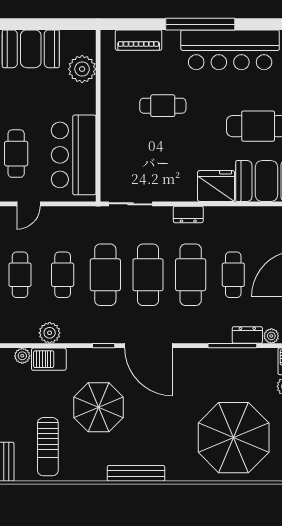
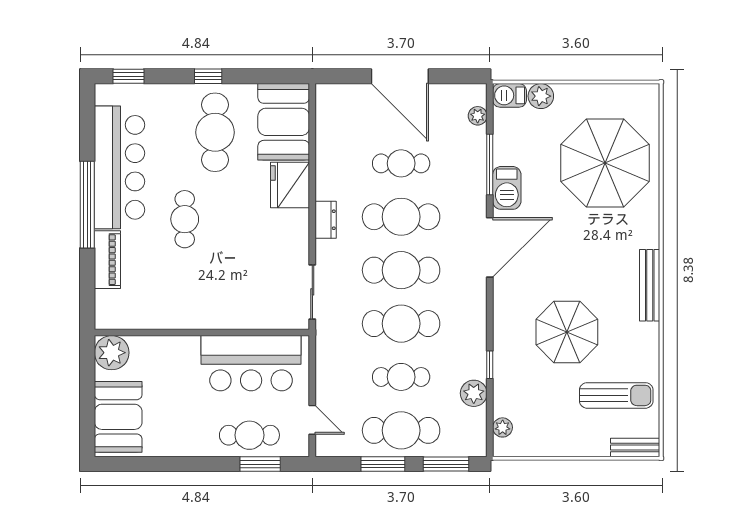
piano: (139, 40) -> (107, 260), moved
plant: (82, 69) -> (112, 353), moved
cafe table: (163, 106) -> (185, 219), moved
cafe table: (20, 275) -> (401, 430), width x1.37, depth x1.35
dresser: (247, 335) -> (476, 146), removed
window: (104, 346) -> (490, 365), moved
door: (148, 346) -> (490, 247), moved
barbecue: (49, 359) -> (507, 188), moved

